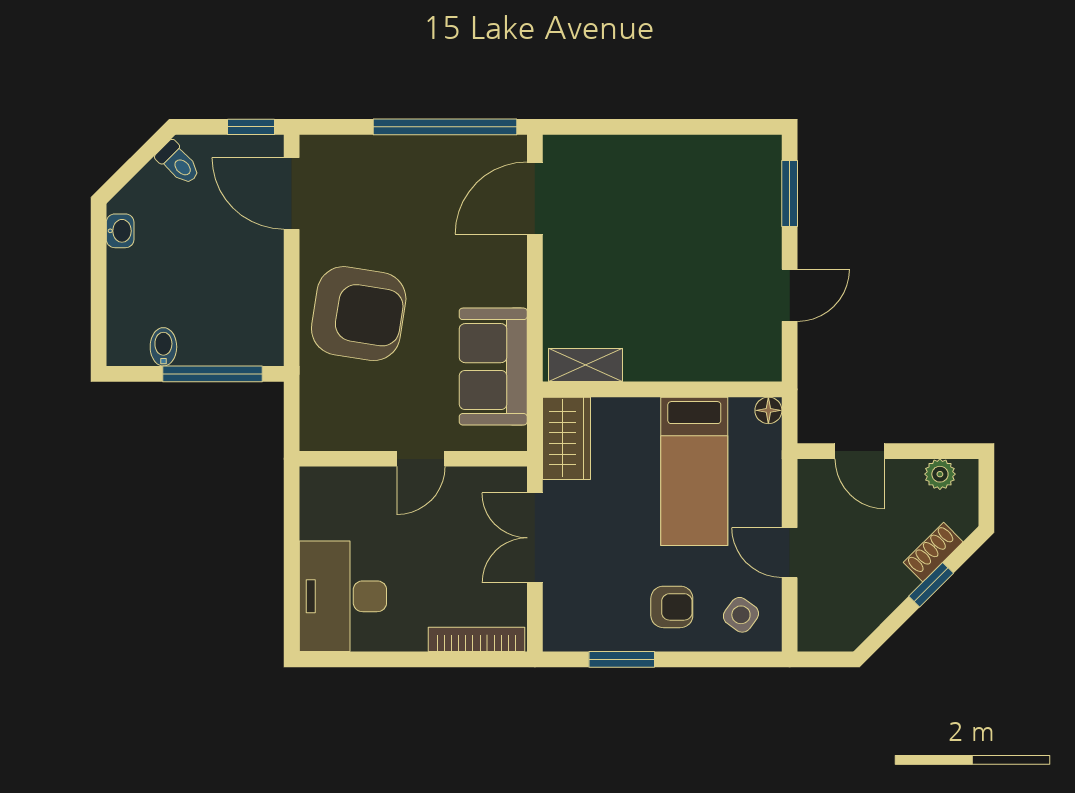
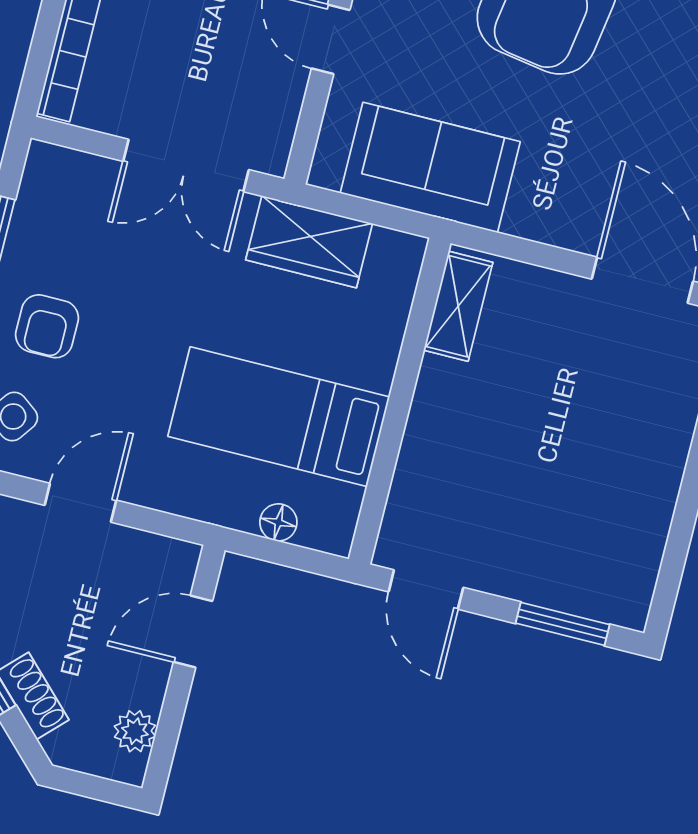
shelving: (585, 365) -> (458, 306), moved
wall: (662, 389) -> (400, 401), moved
bed: (694, 471) -> (279, 417), moved
double door: (535, 538) -> (186, 166), swing flipped

